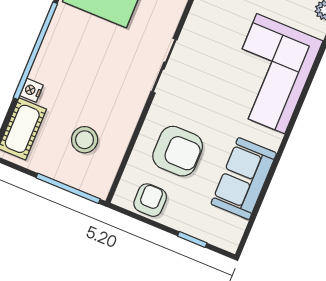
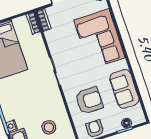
floor lamp: (204, 231) -> (127, 123), added

